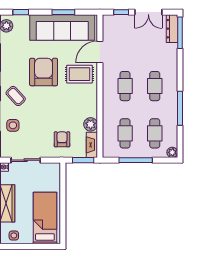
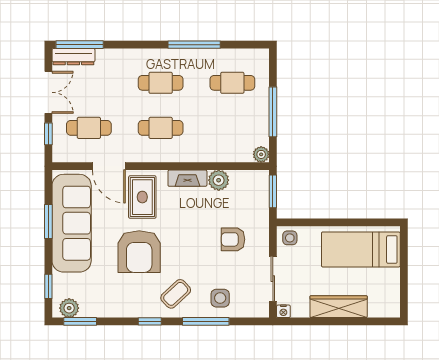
armchair: (44, 72) -> (139, 252), turned -90
cafe table: (125, 133) -> (89, 128), moved
armchair: (62, 139) -> (233, 239), moved
fireplace: (92, 145) -> (187, 178), moved
plant: (172, 152) -> (261, 154), moved
side table: (14, 235) -> (290, 238), moved

